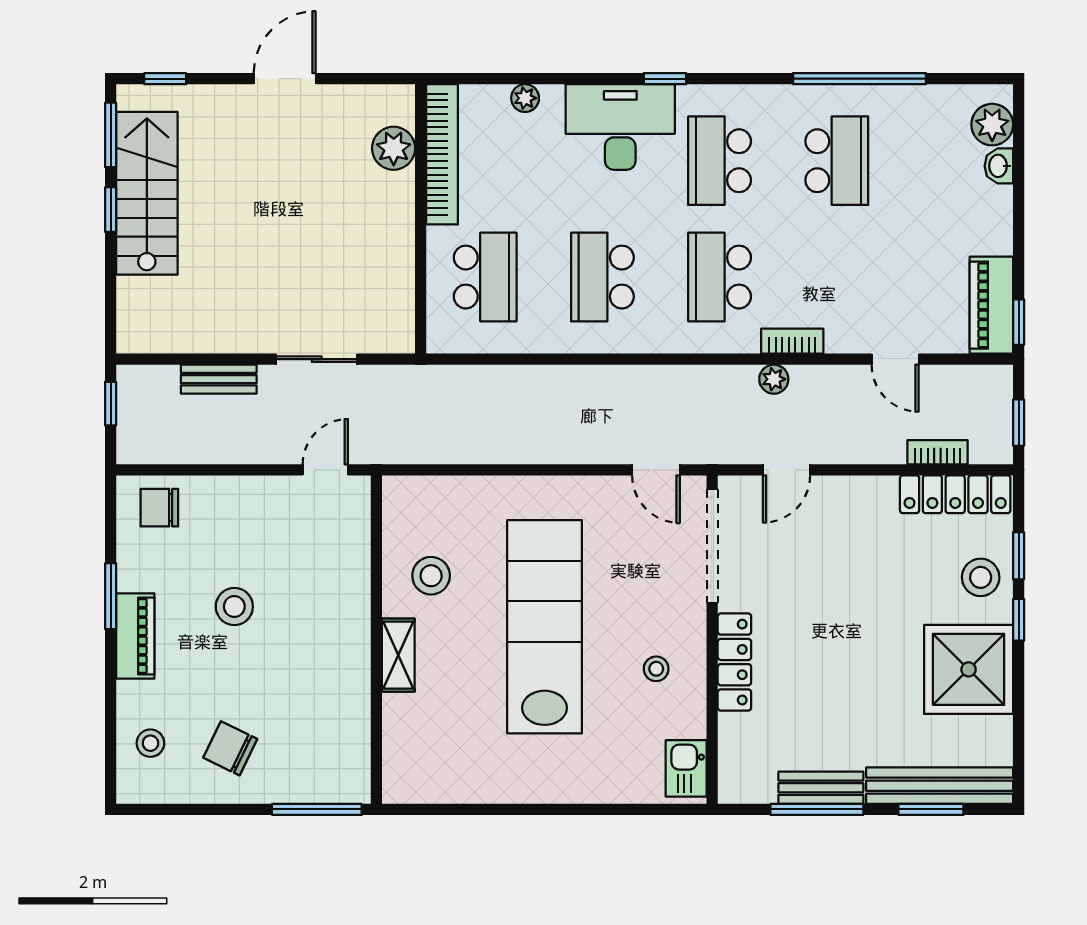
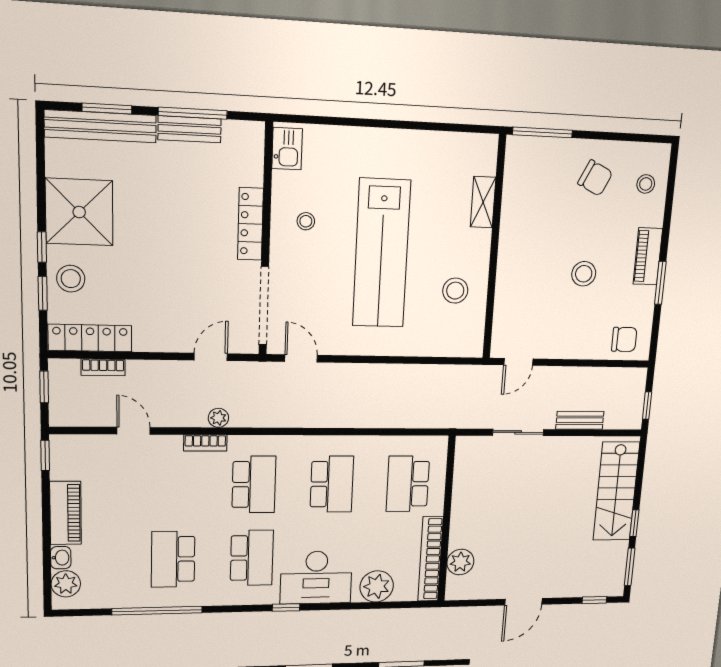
plant: (525, 98) -> (377, 586), width x1.87, depth x1.87
stairs: (147, 193) -> (616, 491), moved
piano: (991, 305) -> (66, 513), moved
shelving: (398, 655) -> (483, 202), moved

